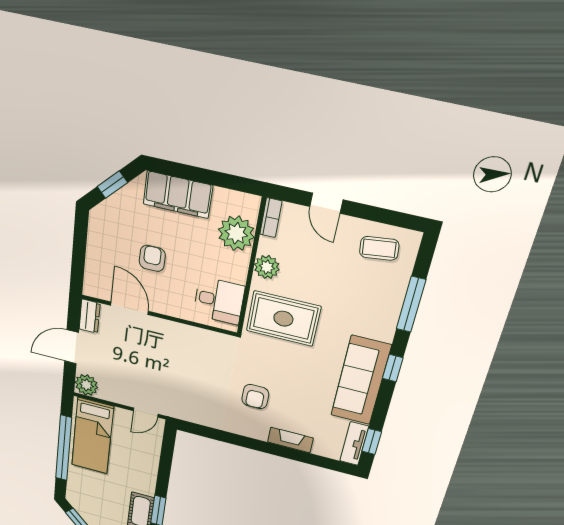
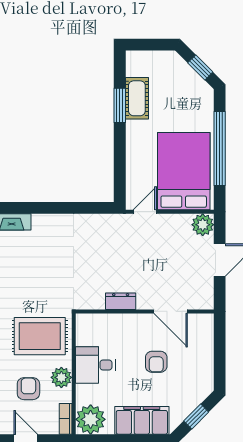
plant: (236, 233) -> (91, 419), moved
desk: (219, 301) -> (95, 365), moved
dresser: (90, 316) -> (121, 301), moved, turned 90
armchair: (255, 397) -> (28, 389), moved
bed: (92, 436) -> (184, 171), width x1.50

